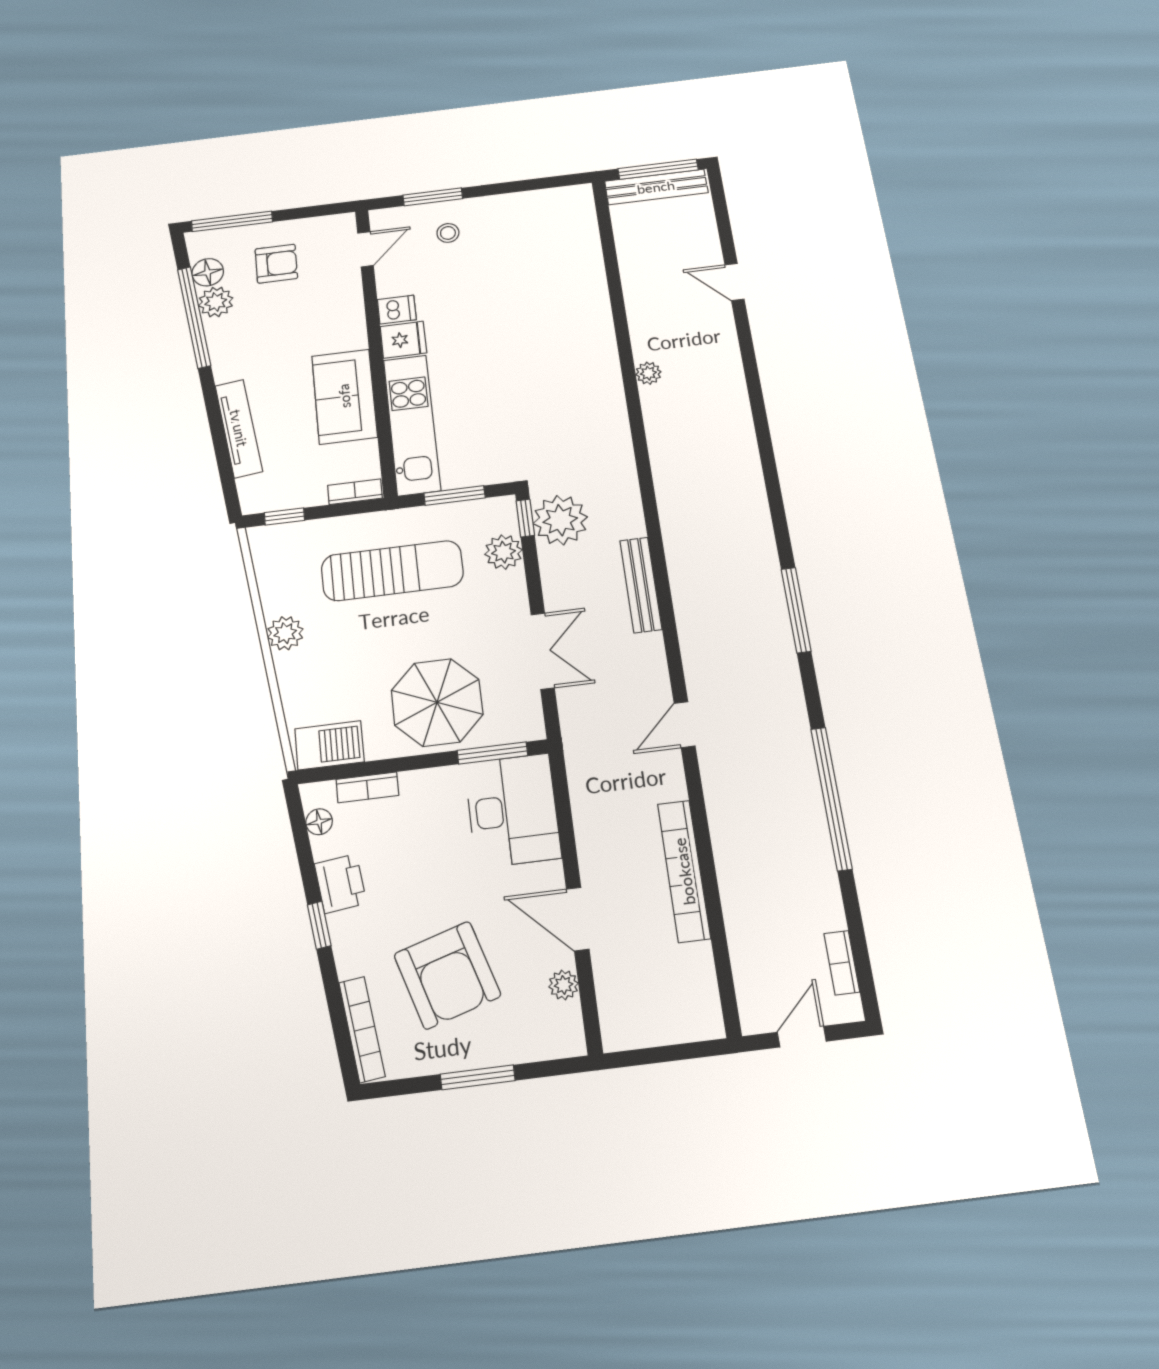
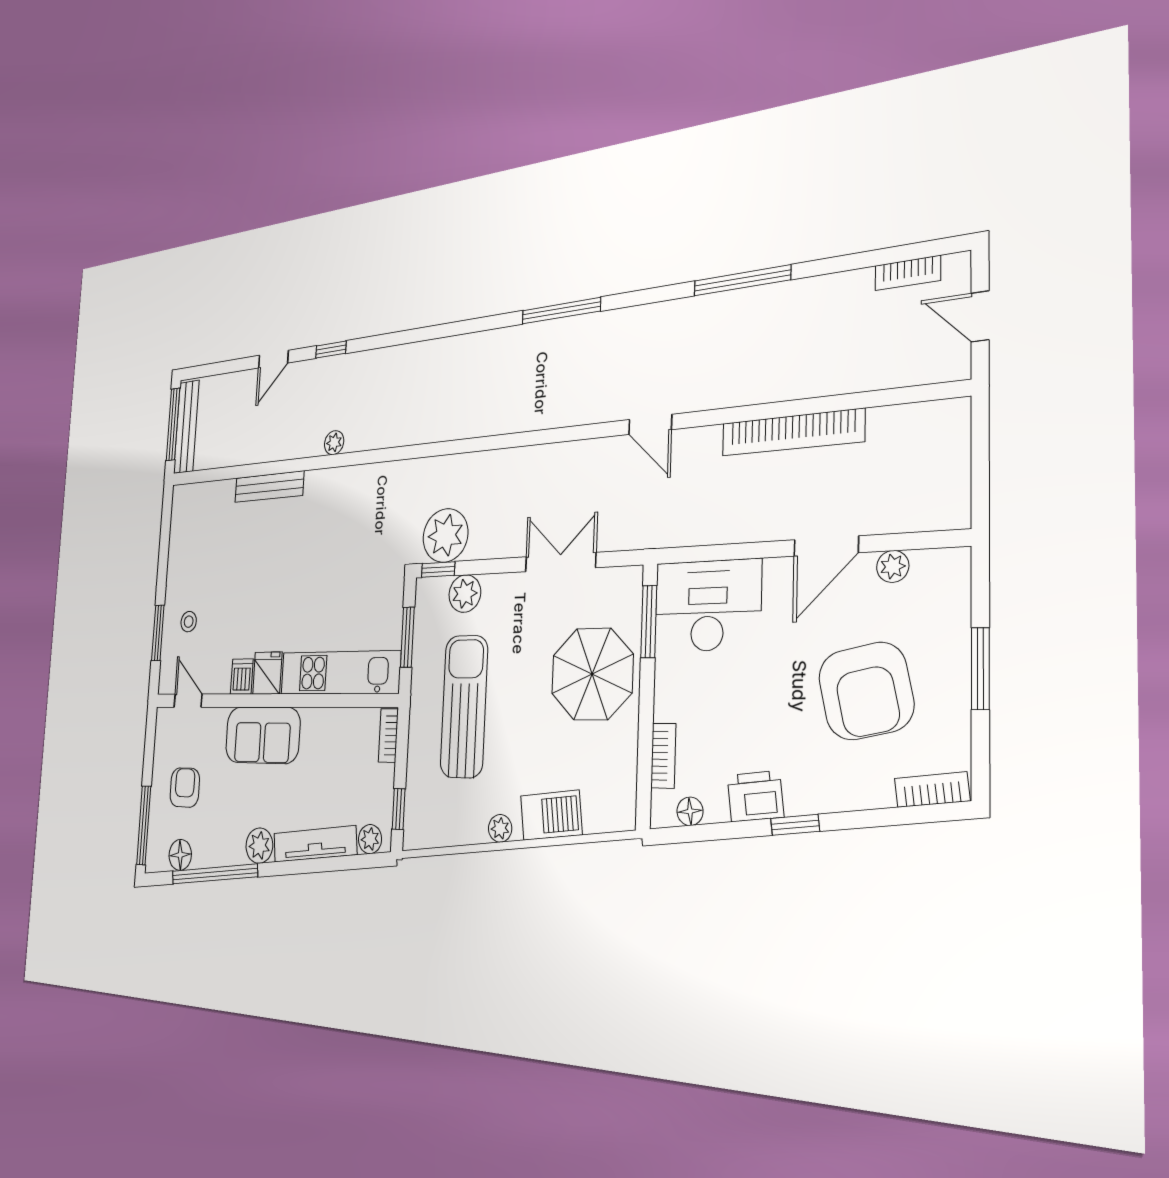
plant: (216, 302) -> (259, 846), moved
window: (747, 350) -> (331, 350), added
sofa: (344, 396) -> (263, 735), moved
plant: (251, 490) -> (370, 839), added
bench: (641, 585) -> (269, 487), moved
plant: (285, 633) -> (500, 828), width x0.73, depth x0.73
barbecue: (329, 745) -> (551, 815), moved, turned 83
window: (831, 798) -> (742, 280), width x0.68
armchair: (447, 975) -> (866, 691), turned 95
bookcase: (362, 1029) -> (932, 790), width x0.64

